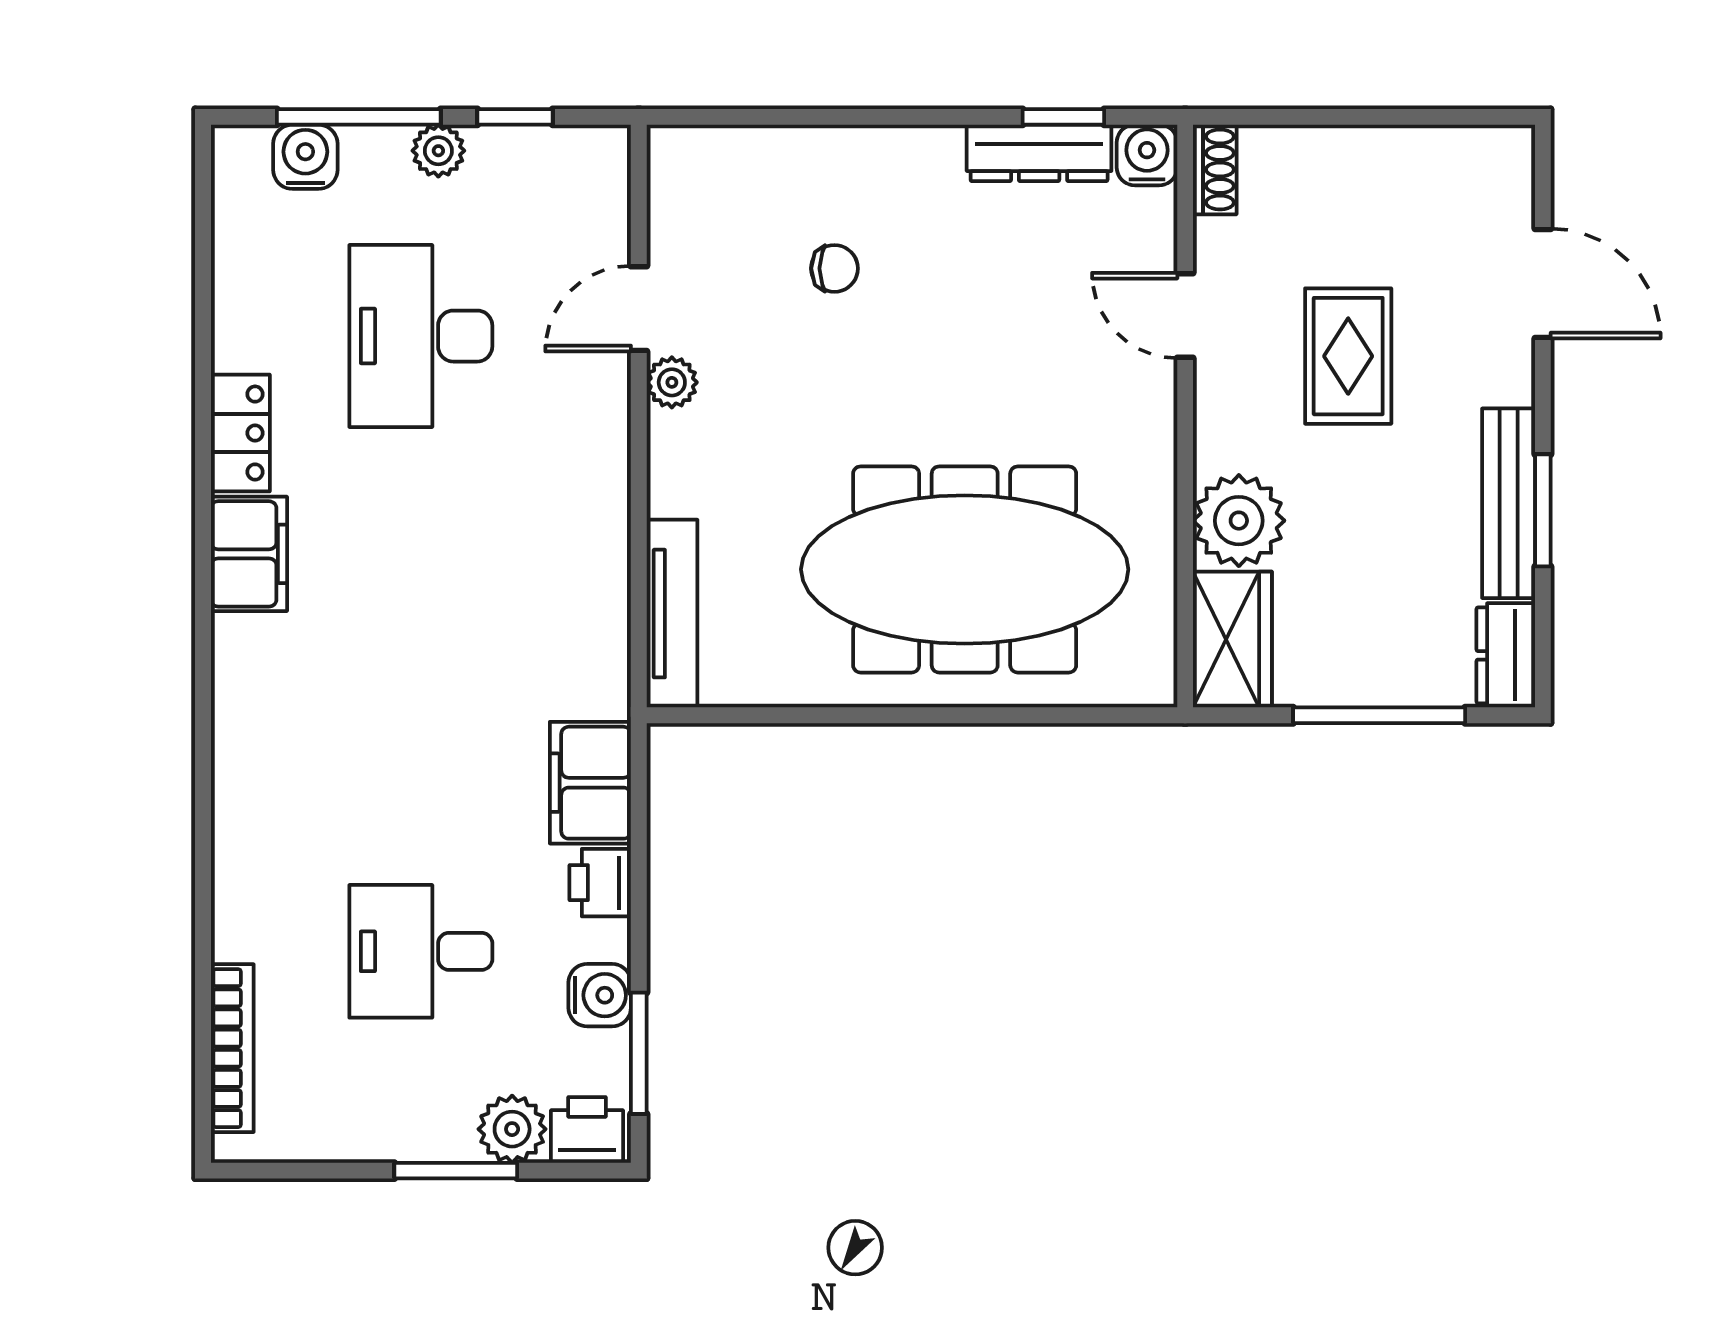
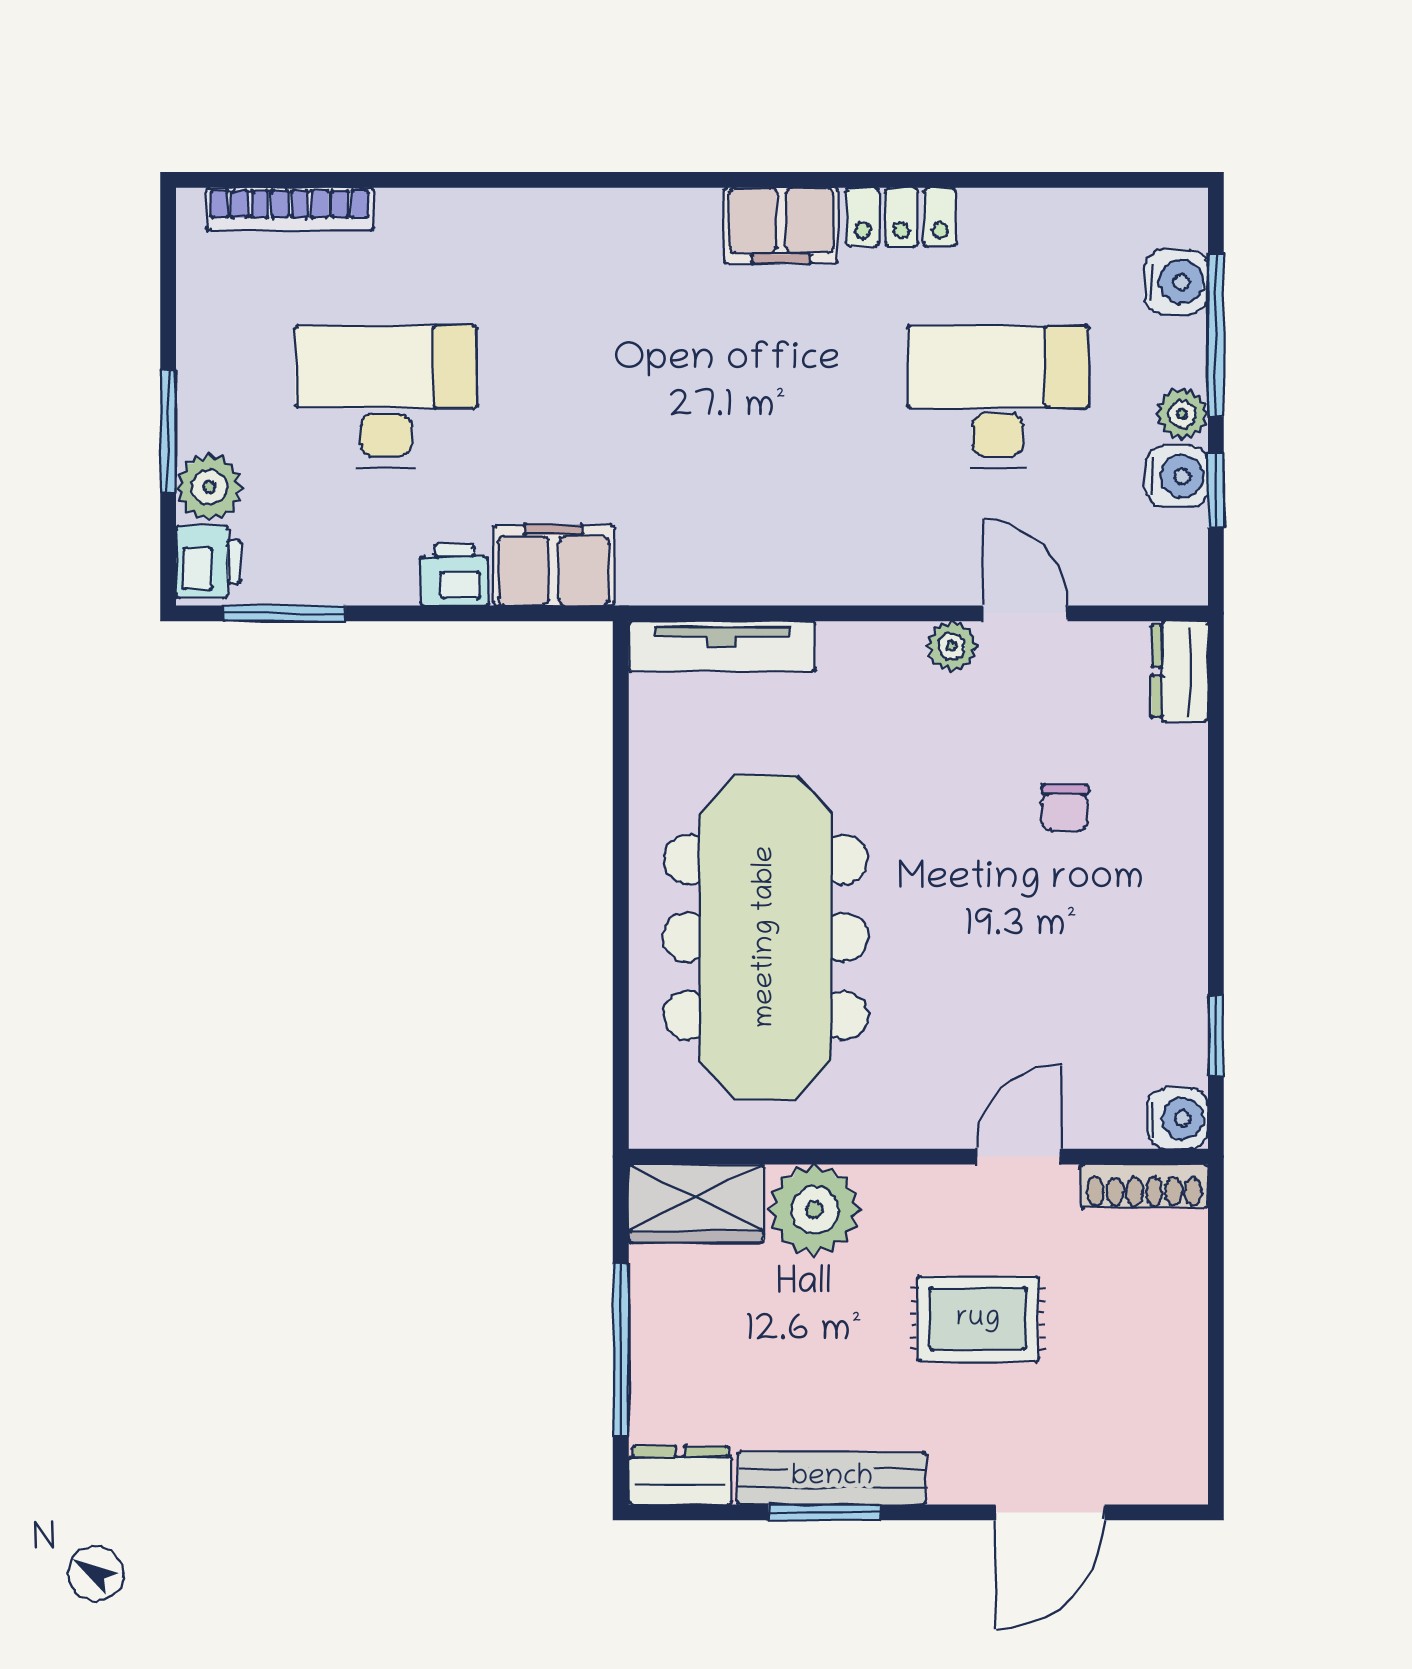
dresser: (1039, 153) -> (1180, 671), moved, width x0.70
shoe rack: (1215, 169) -> (1144, 1186), width x1.43
desk: (421, 951) -> (386, 397), width x1.37
water cooler: (600, 995) -> (1177, 476), moved, turned -90

